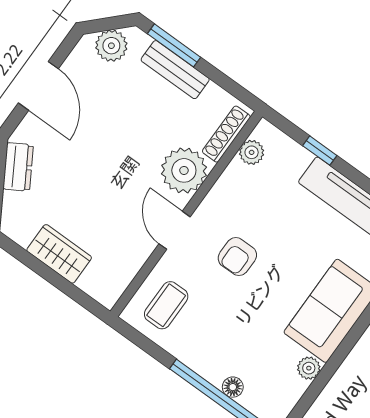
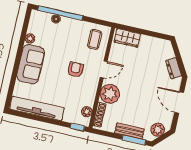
window: (320, 151) -> (77, 127), moved
door: (175, 230) -> (104, 69), hinge flipped
wardrobe: (59, 254) -> (127, 38), moved

